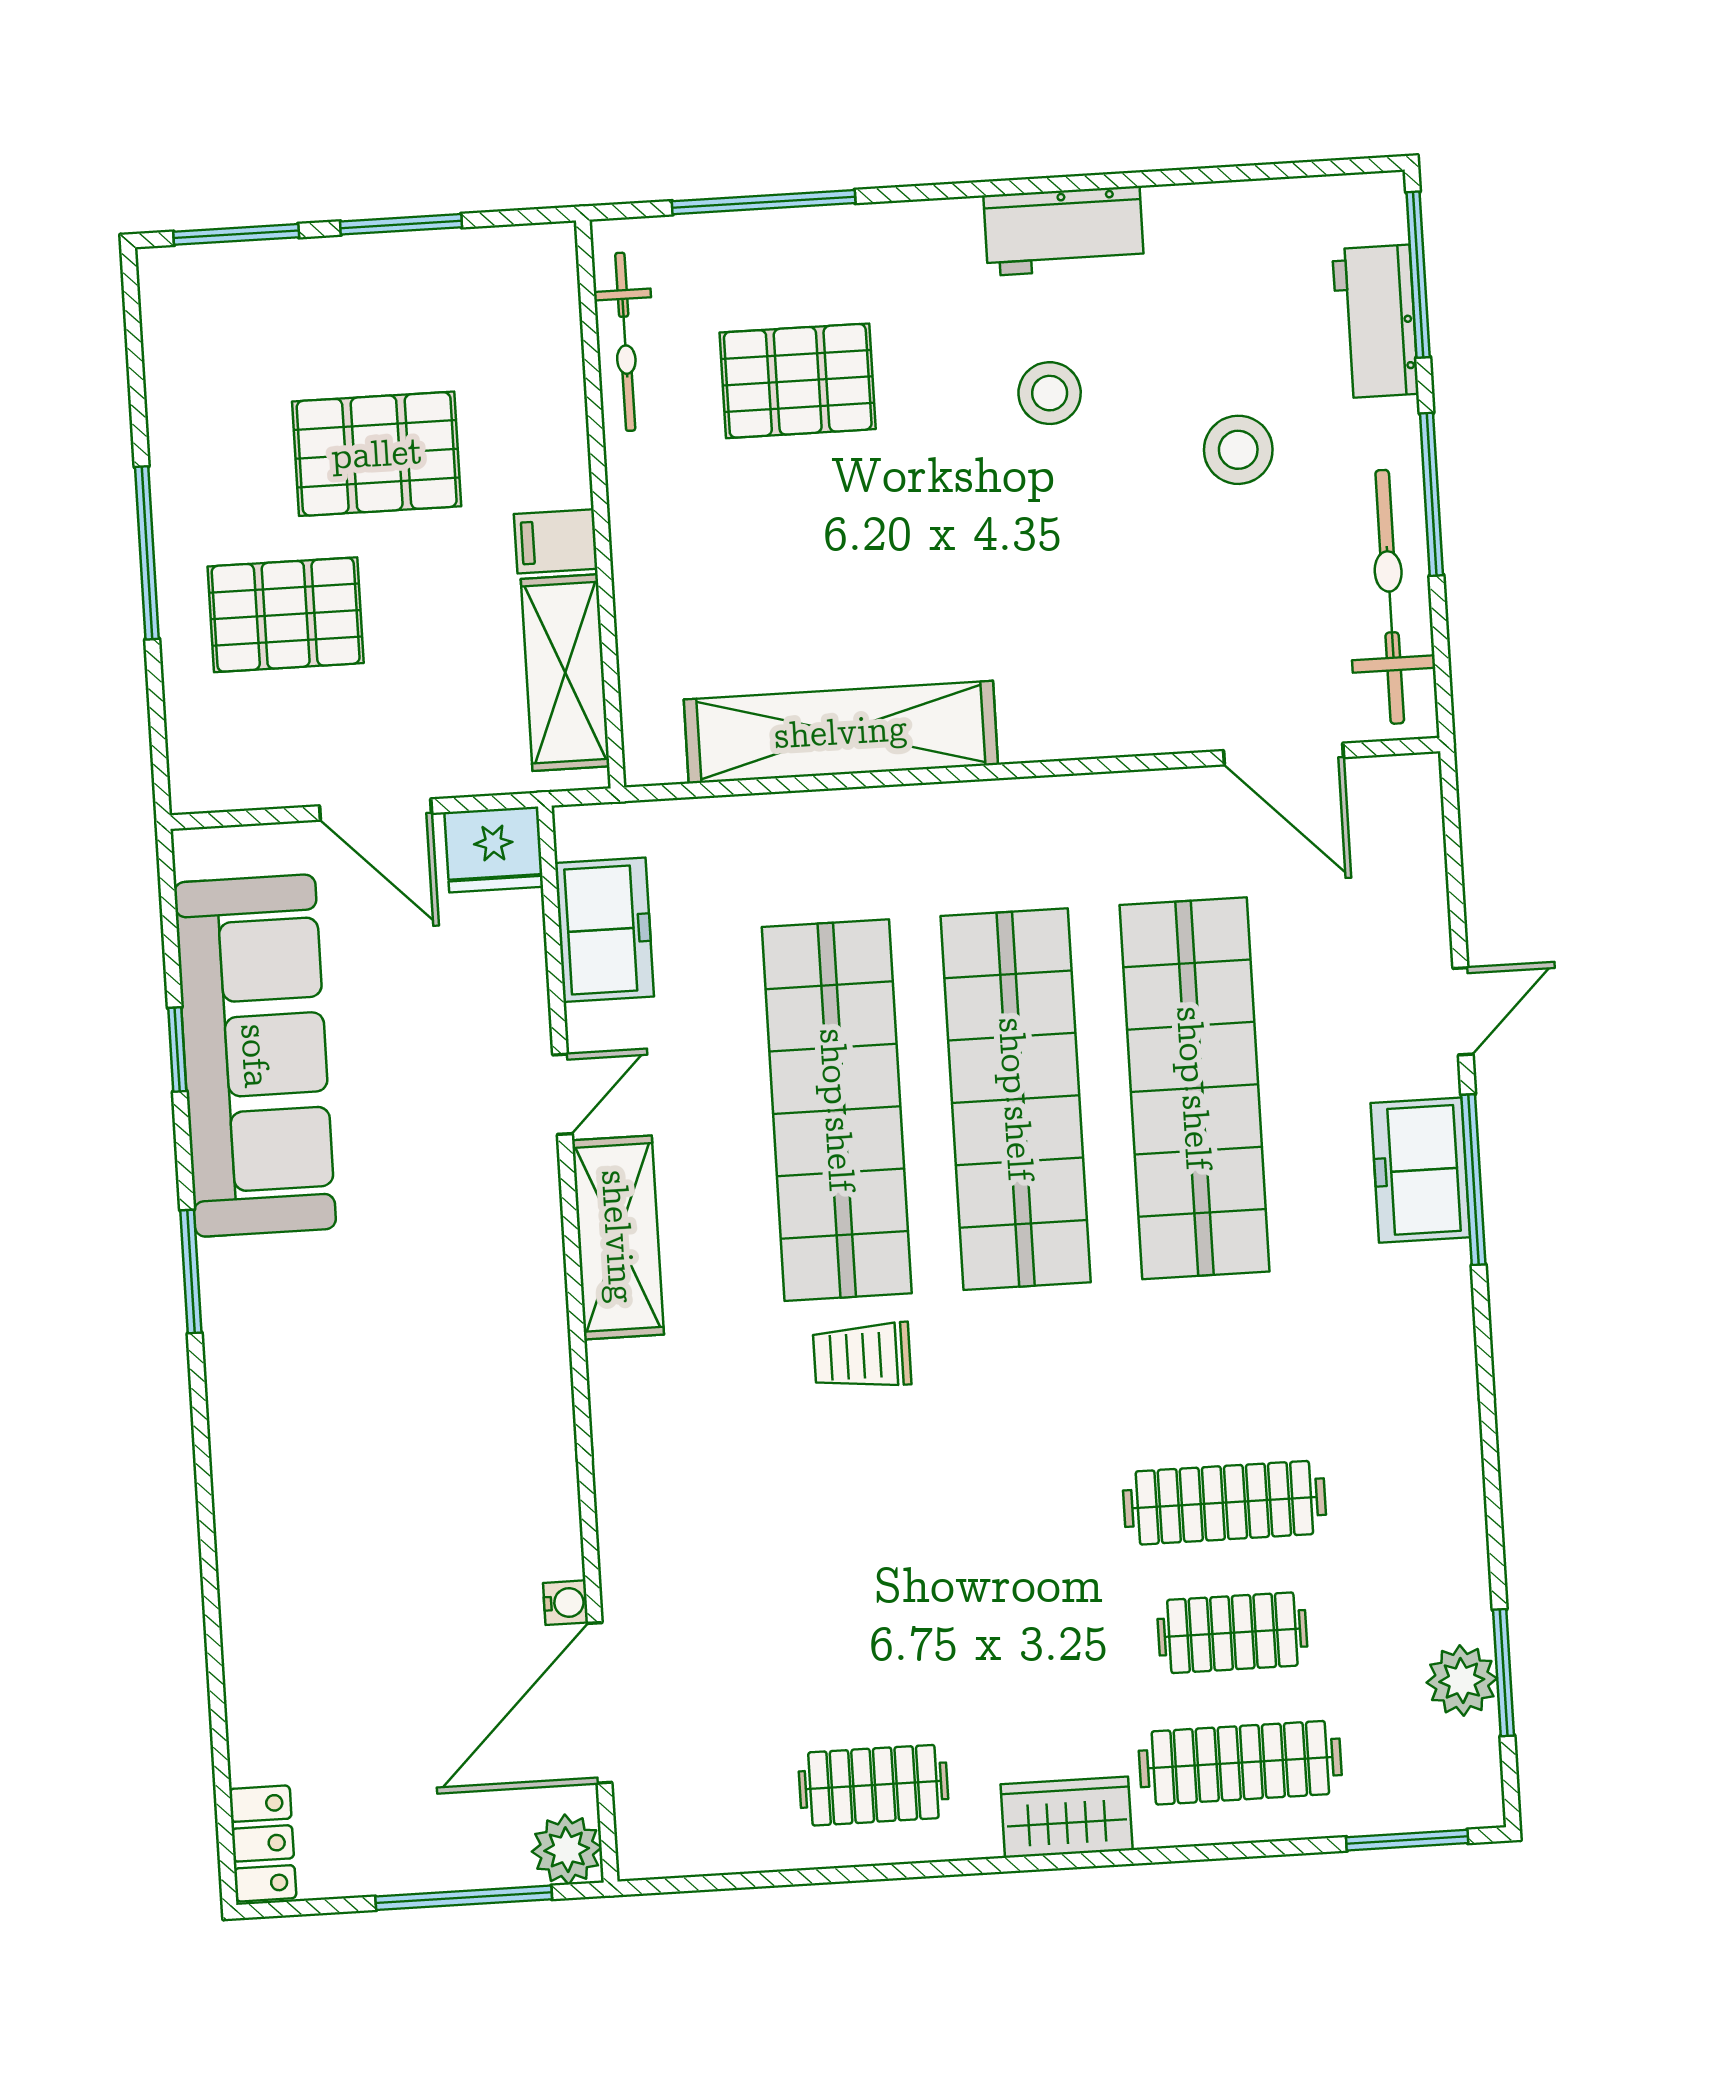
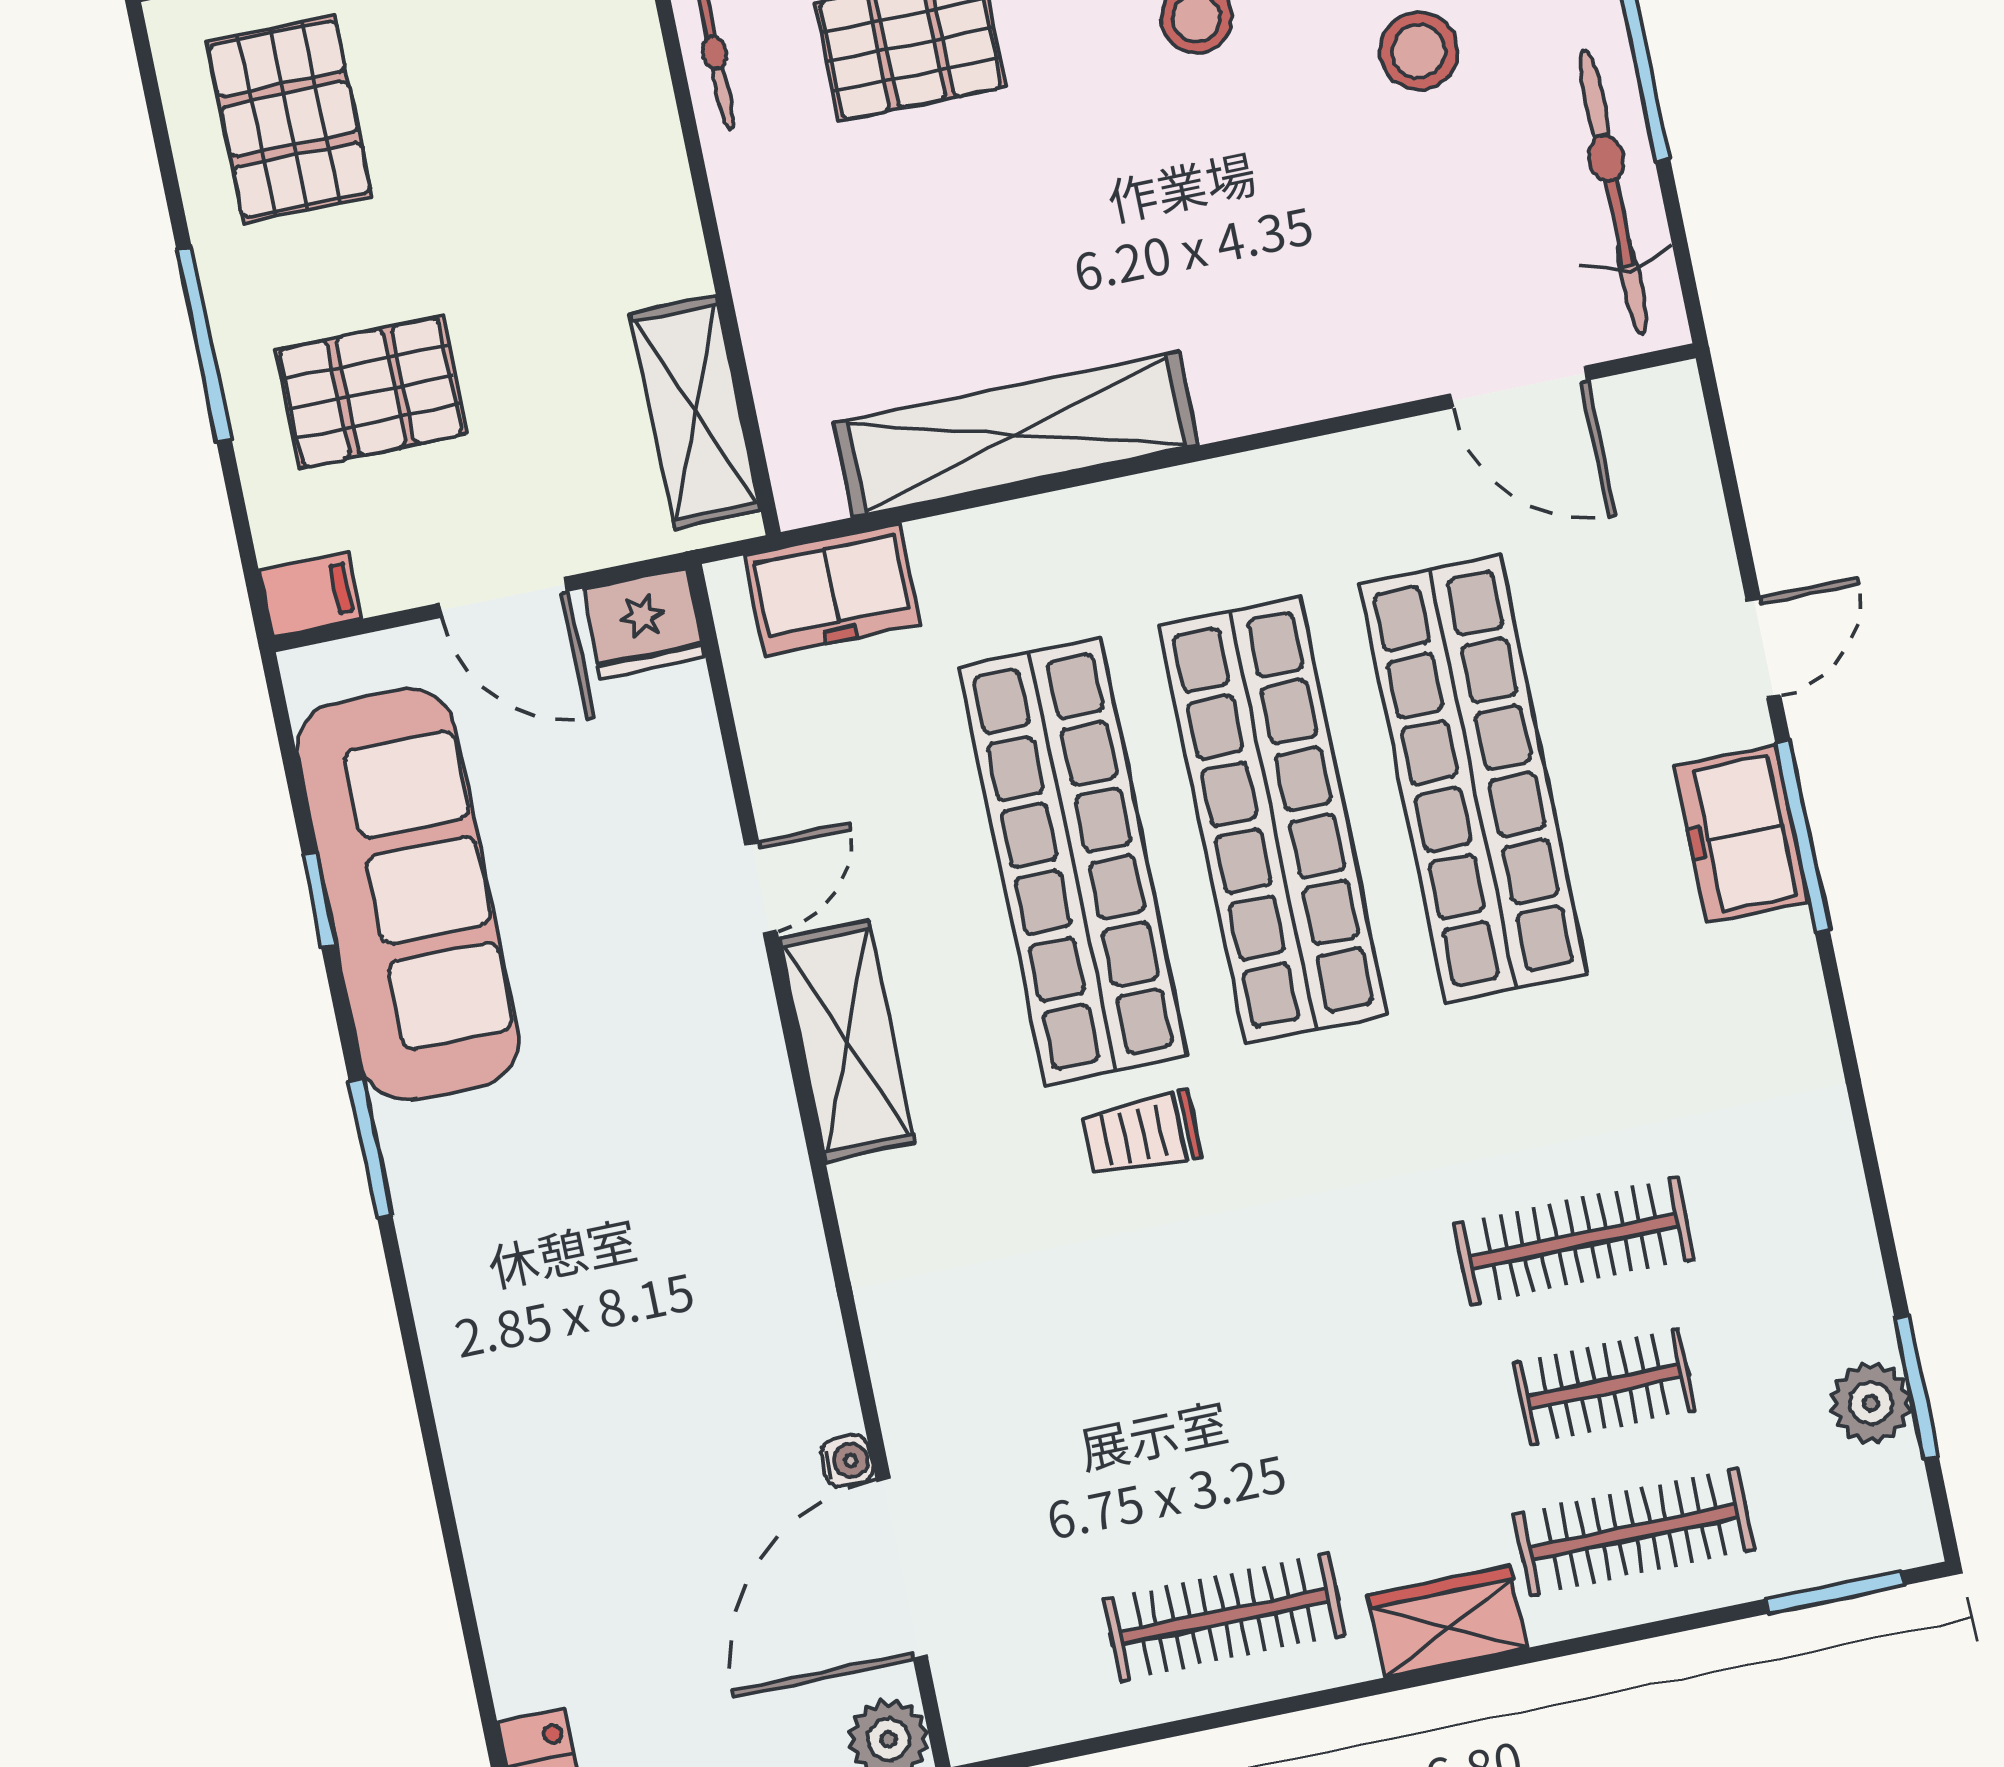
pallet: (377, 454) -> (289, 119), moved, turned 90
filing cabinet: (556, 541) -> (310, 595), moved, turned 180
freezer: (604, 930) -> (832, 590), moved, turned 90
clothes rail: (873, 1785) -> (1224, 1617), width x1.36

